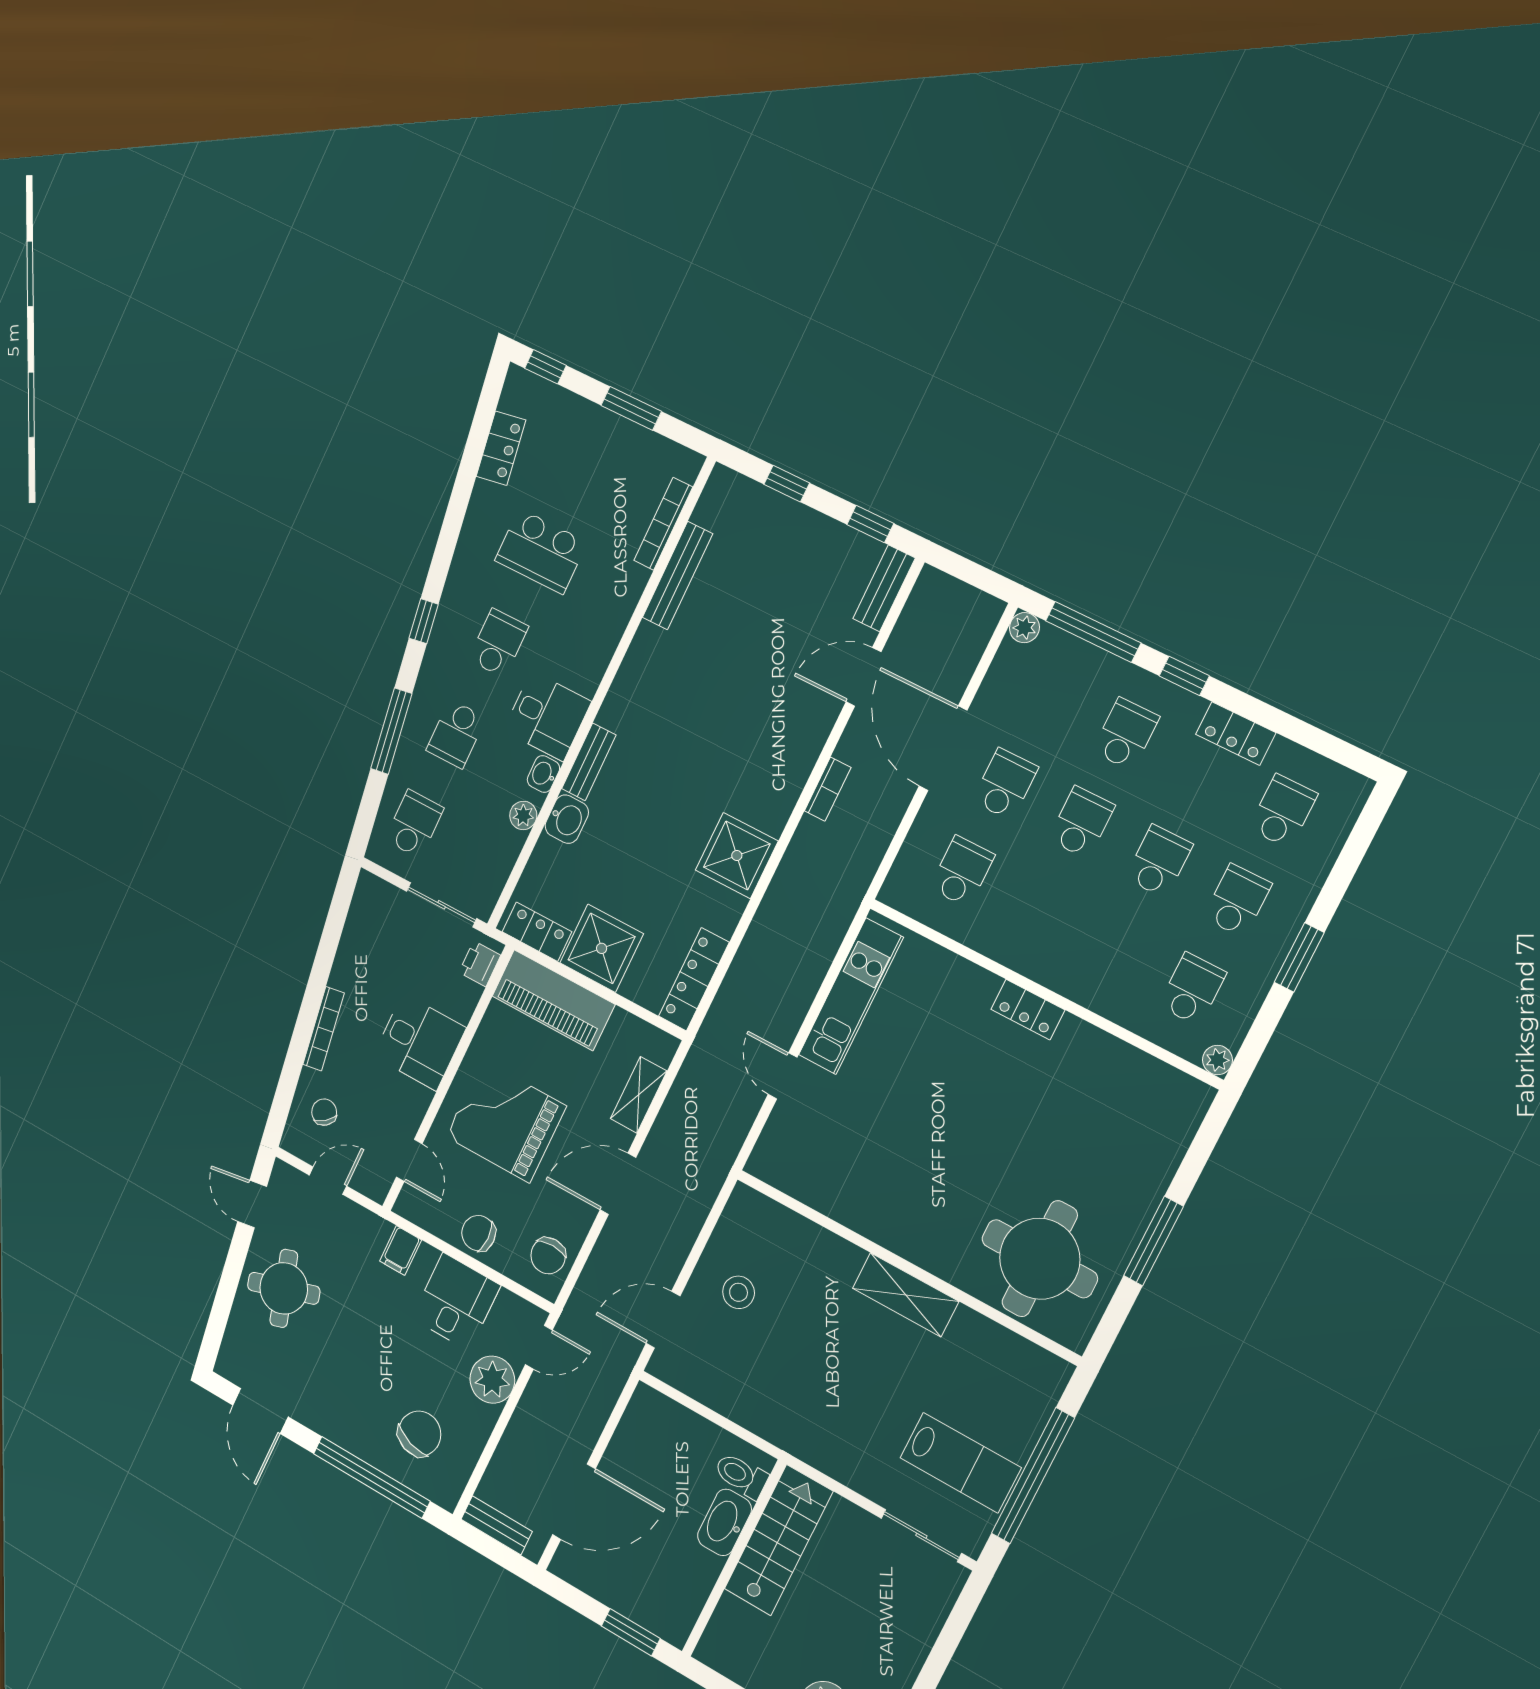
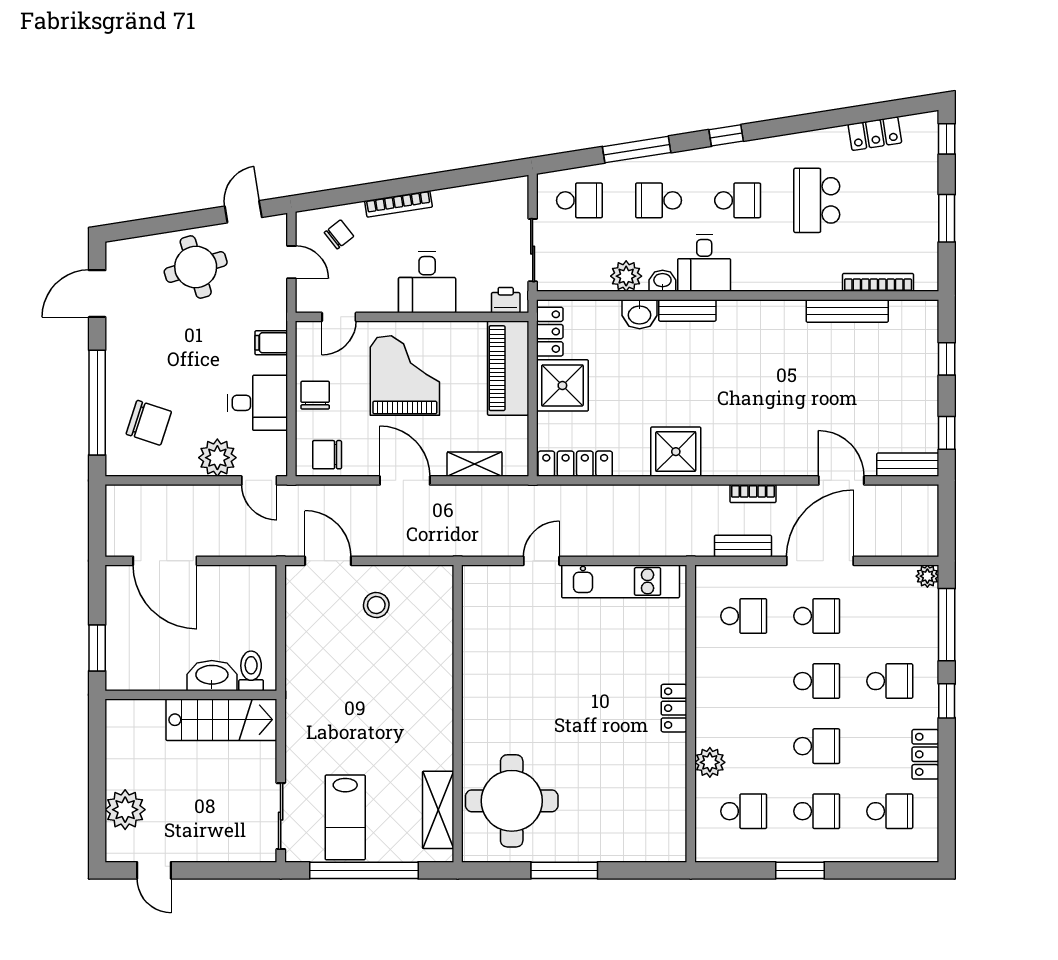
plant: (523, 815) -> (626, 276), width x1.38, depth x1.38
plant: (1217, 1060) -> (710, 762), moved, width x1.38, depth x1.38
shelving: (906, 1295) -> (438, 810), moved
bench: (497, 1525) -> (743, 546), moved, turned 90

